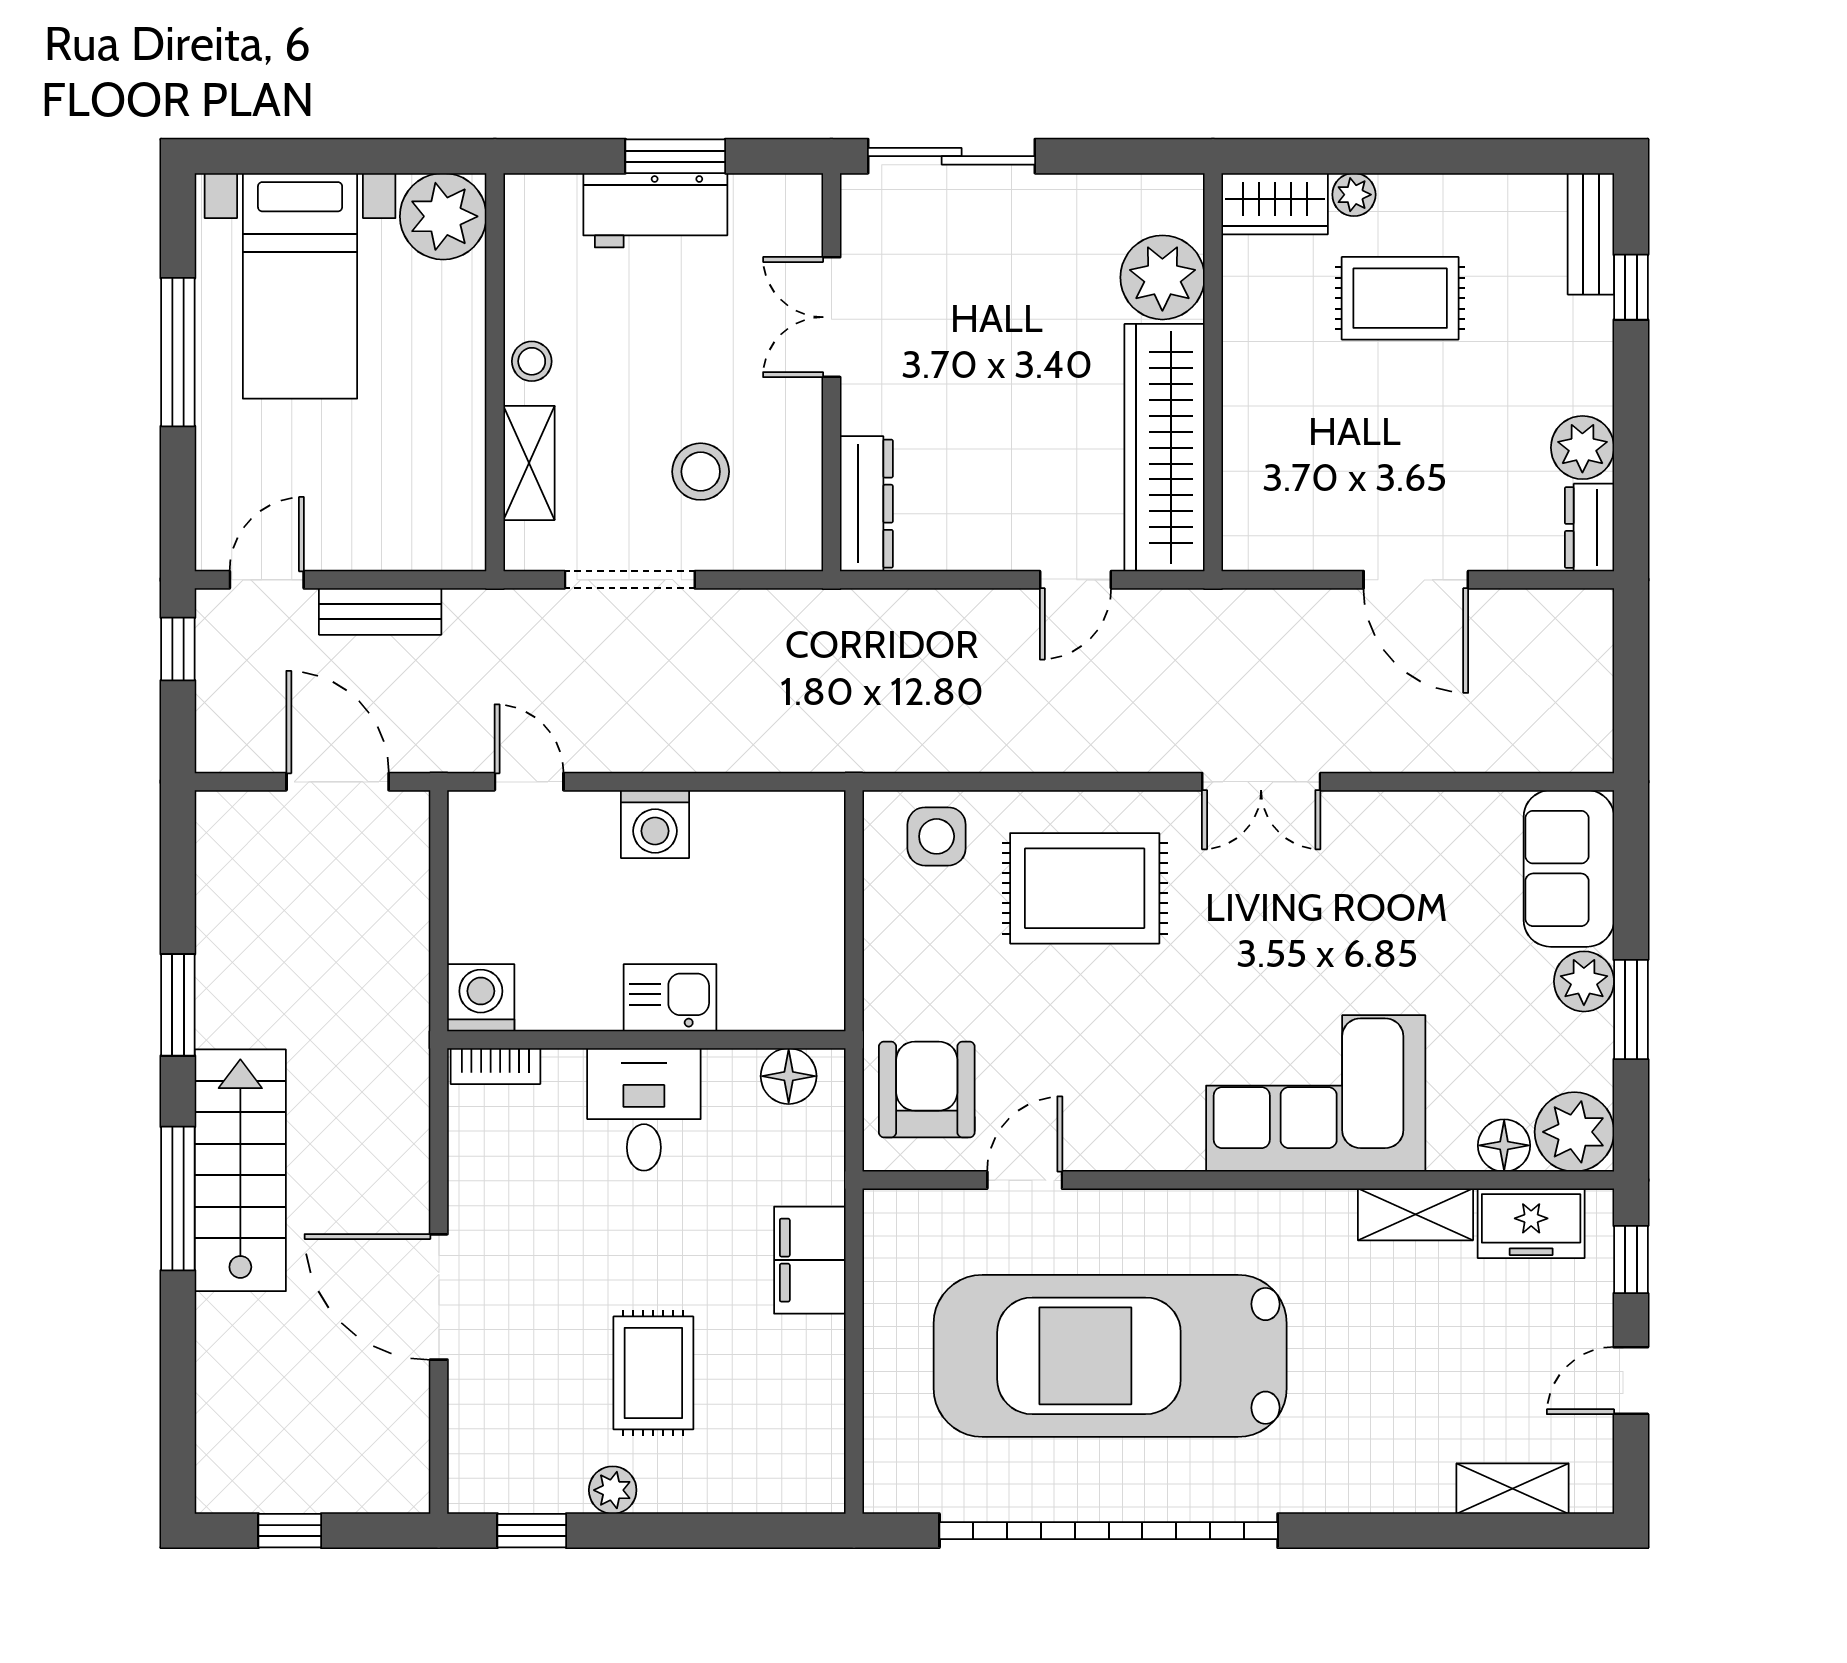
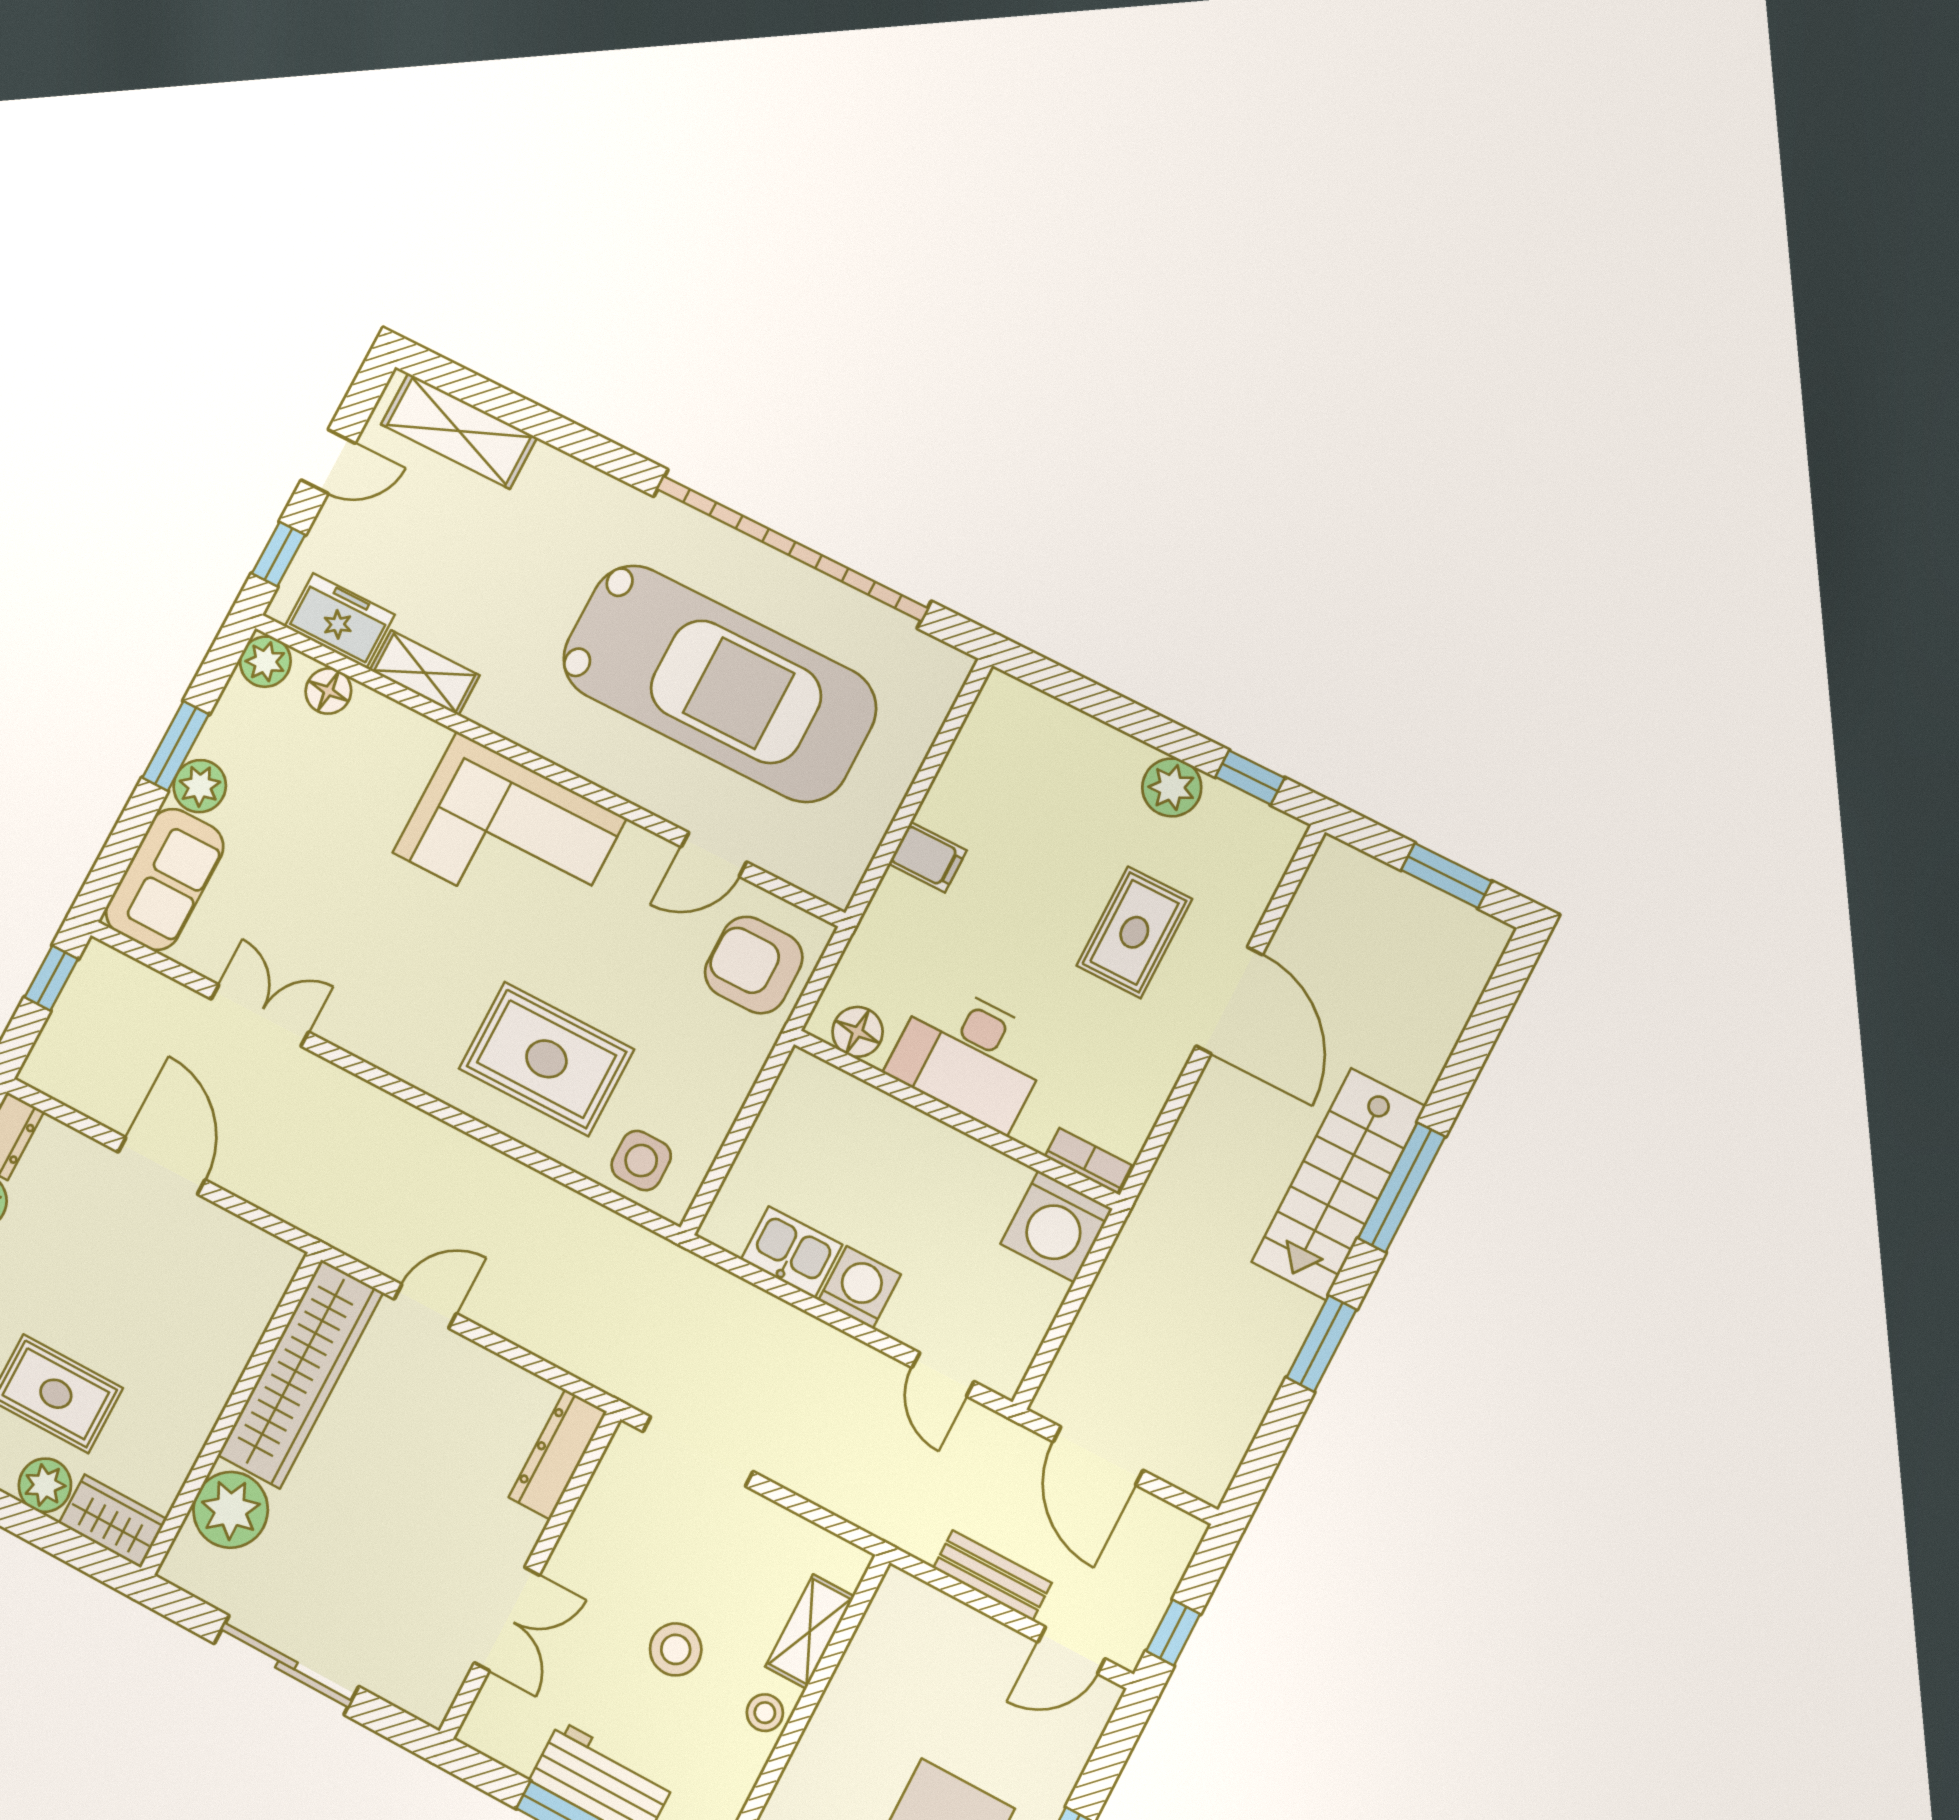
sliding door: (952, 156) -> (286, 1665), moved
plant: (1354, 195) -> (45, 1485), width x1.38, depth x1.38
stool: (701, 472) -> (676, 1649), moved
doorway: (630, 580) -> (698, 1451), moved
window: (1631, 709) -> (51, 978), added
double door: (1261, 782) -> (260, 1015), moved
washing machine: (481, 998) -> (1056, 1226), width x1.37, depth x1.37
kitchen sink: (670, 998) -> (792, 1252), moved, turned 180
armchair: (927, 1089) -> (754, 965), turned 90
corner sofa: (1316, 1093) -> (509, 835), moved
desk: (644, 1109) -> (970, 1056), width x1.37
plant: (1574, 1132) -> (265, 662), width x0.73, depth x0.73
filing cabinet: (810, 1260) -> (928, 857), width x0.50
rug: (653, 1373) -> (1134, 932), moved
shelving: (1513, 1489) -> (459, 431), width x1.50, depth x1.33
plant: (613, 1490) -> (1172, 787), width x1.38, depth x1.38
window: (290, 1531) -> (1446, 876), width x1.50

